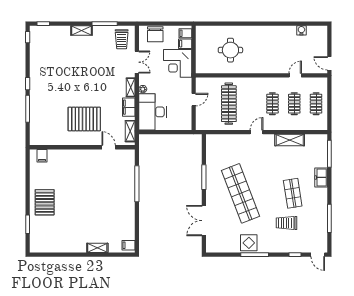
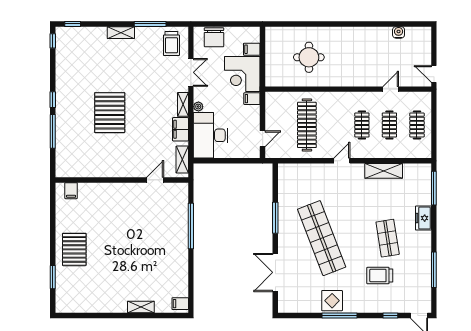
filing cabinet: (185, 33) -> (252, 99), moved
door: (194, 100) -> (263, 139), moved
pallet: (84, 119) -> (110, 113), moved, turned 90
door: (109, 147) -> (155, 180), hinge flipped

